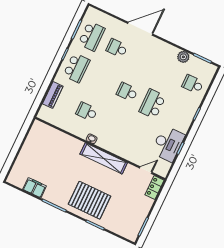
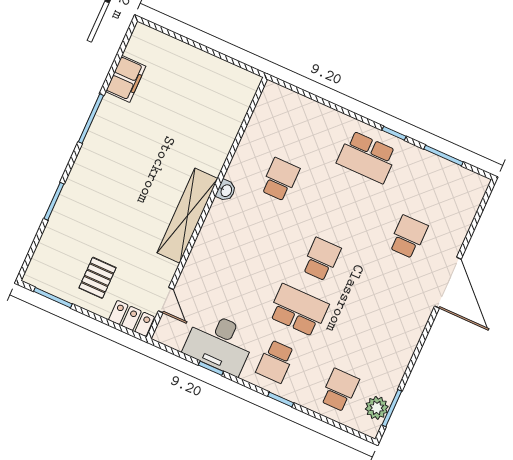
school desk: (92, 36) -> (276, 361), moved, width x0.54
plant: (183, 57) -> (377, 408), moved
piano: (53, 95) -> (312, 111), removed
pallet: (90, 200) -> (98, 278), moved, width x0.49, depth x0.50

